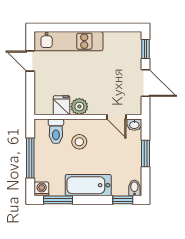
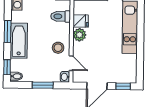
door: (116, 117) -> (71, 63), swing flipped
stool: (79, 142) -> (58, 48), moved
window: (58, 200) -> (8, 31), moved

